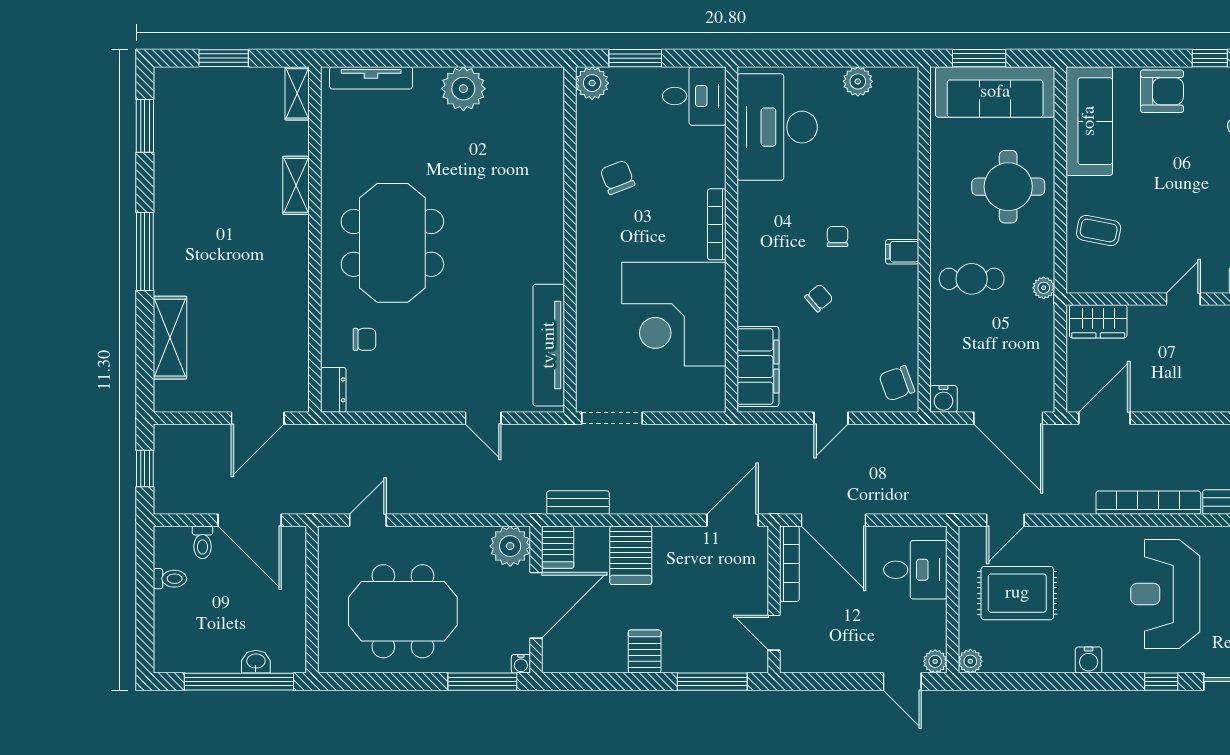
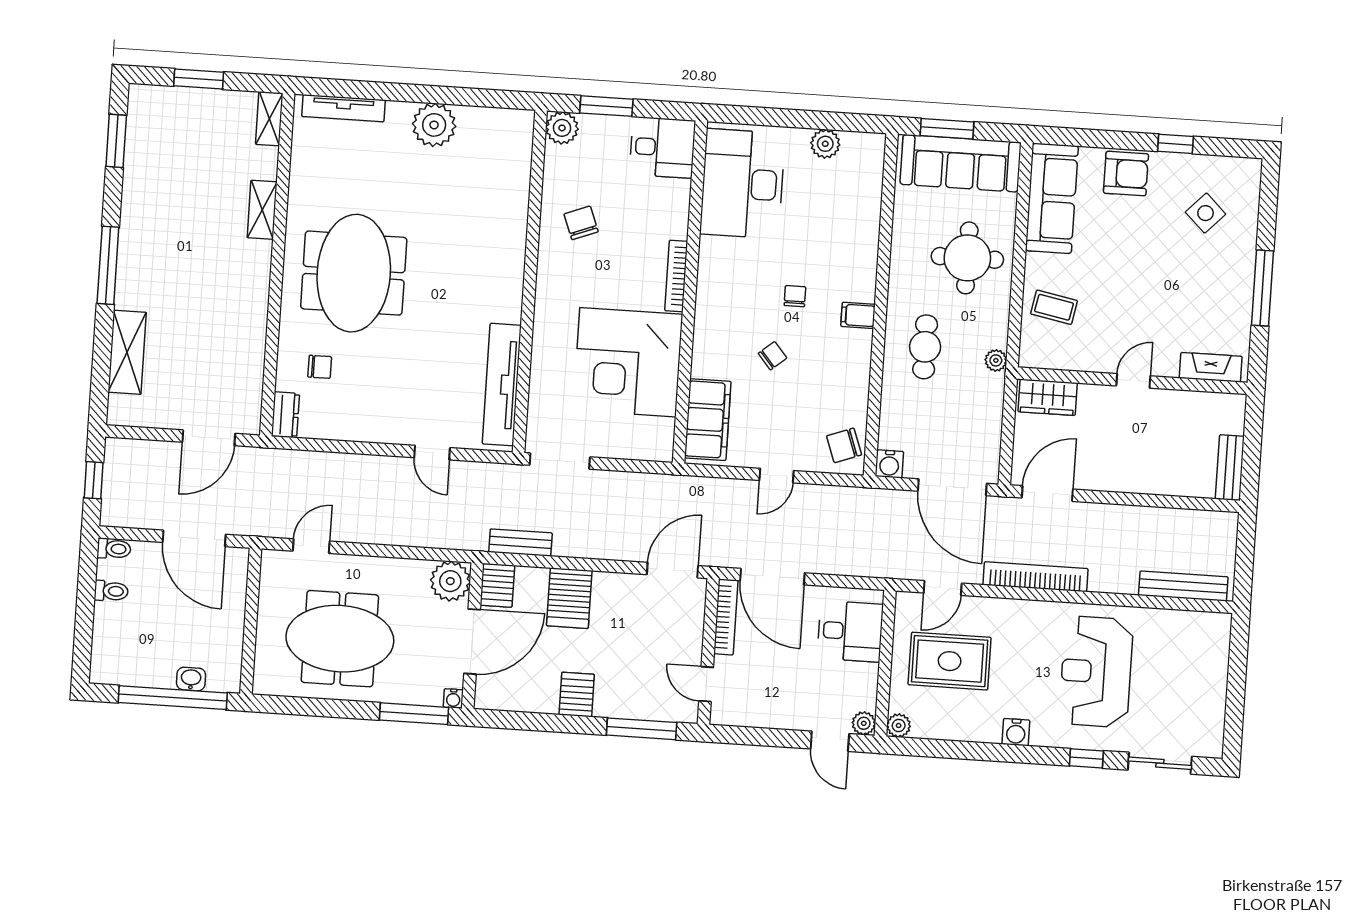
cafe table: (972, 279) -> (925, 347), turned 90
bookcase: (1148, 503) -> (1035, 577), moved
toilet: (202, 542) -> (114, 549), moved, turned -90

